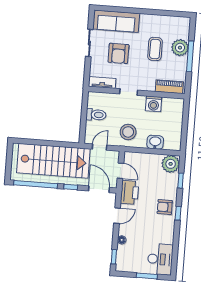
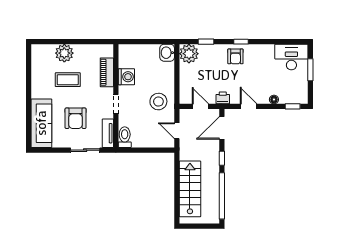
sliding door: (89, 43) -> (85, 150), moved
armchair: (118, 53) -> (76, 118), turned 90
window: (190, 56) -> (73, 42), removed
piano: (169, 87) -> (107, 72), moved
toilet: (96, 115) -> (125, 137), moved
washbasin: (155, 142) -> (167, 53), moved
stairs: (53, 161) -> (190, 189), width x0.73, depth x0.66
door: (120, 171) -> (200, 106), hinge flipped
printer: (130, 192) -> (223, 98), width x0.53, depth x0.68

